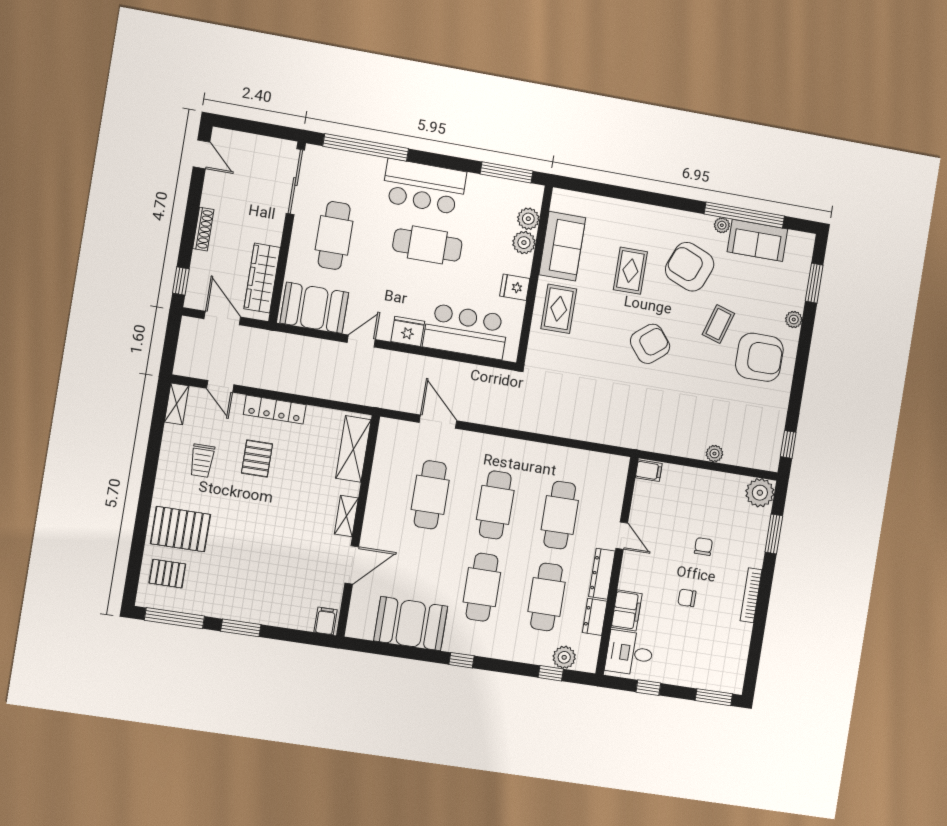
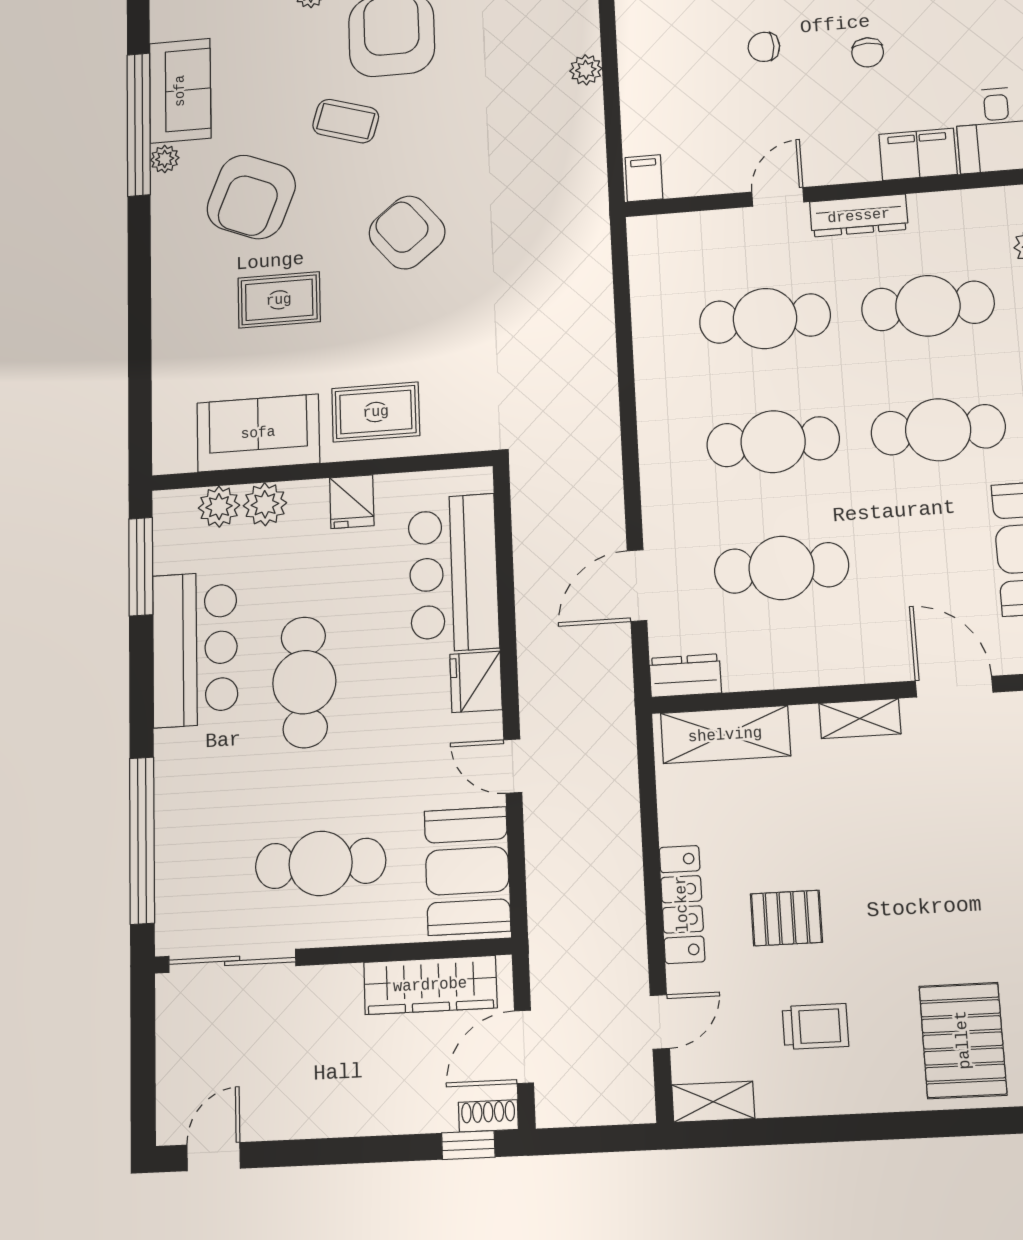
bar counter: (424, 187) -> (195, 649), moved
shoe rack: (203, 229) -> (488, 1116), moved, width x0.70
dresser: (595, 617) -> (685, 676), moved, turned 180

